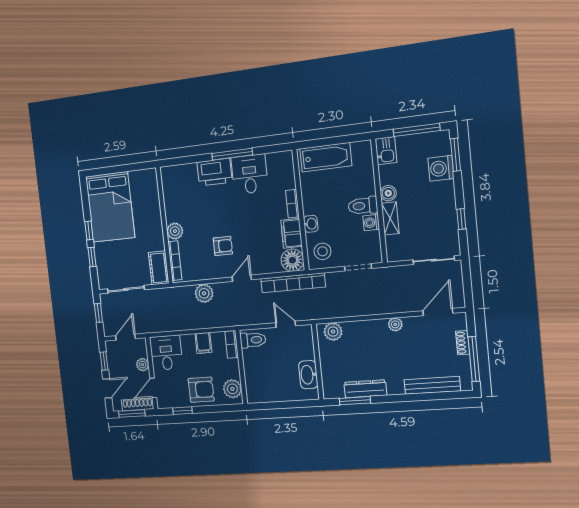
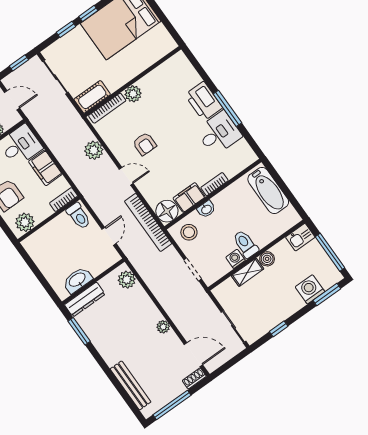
filing cabinet: (203, 343) -> (45, 168), width x2.00
shoe rack: (463, 343) -> (194, 378), moved
dresser: (365, 389) -> (85, 299), moved, turned 90

